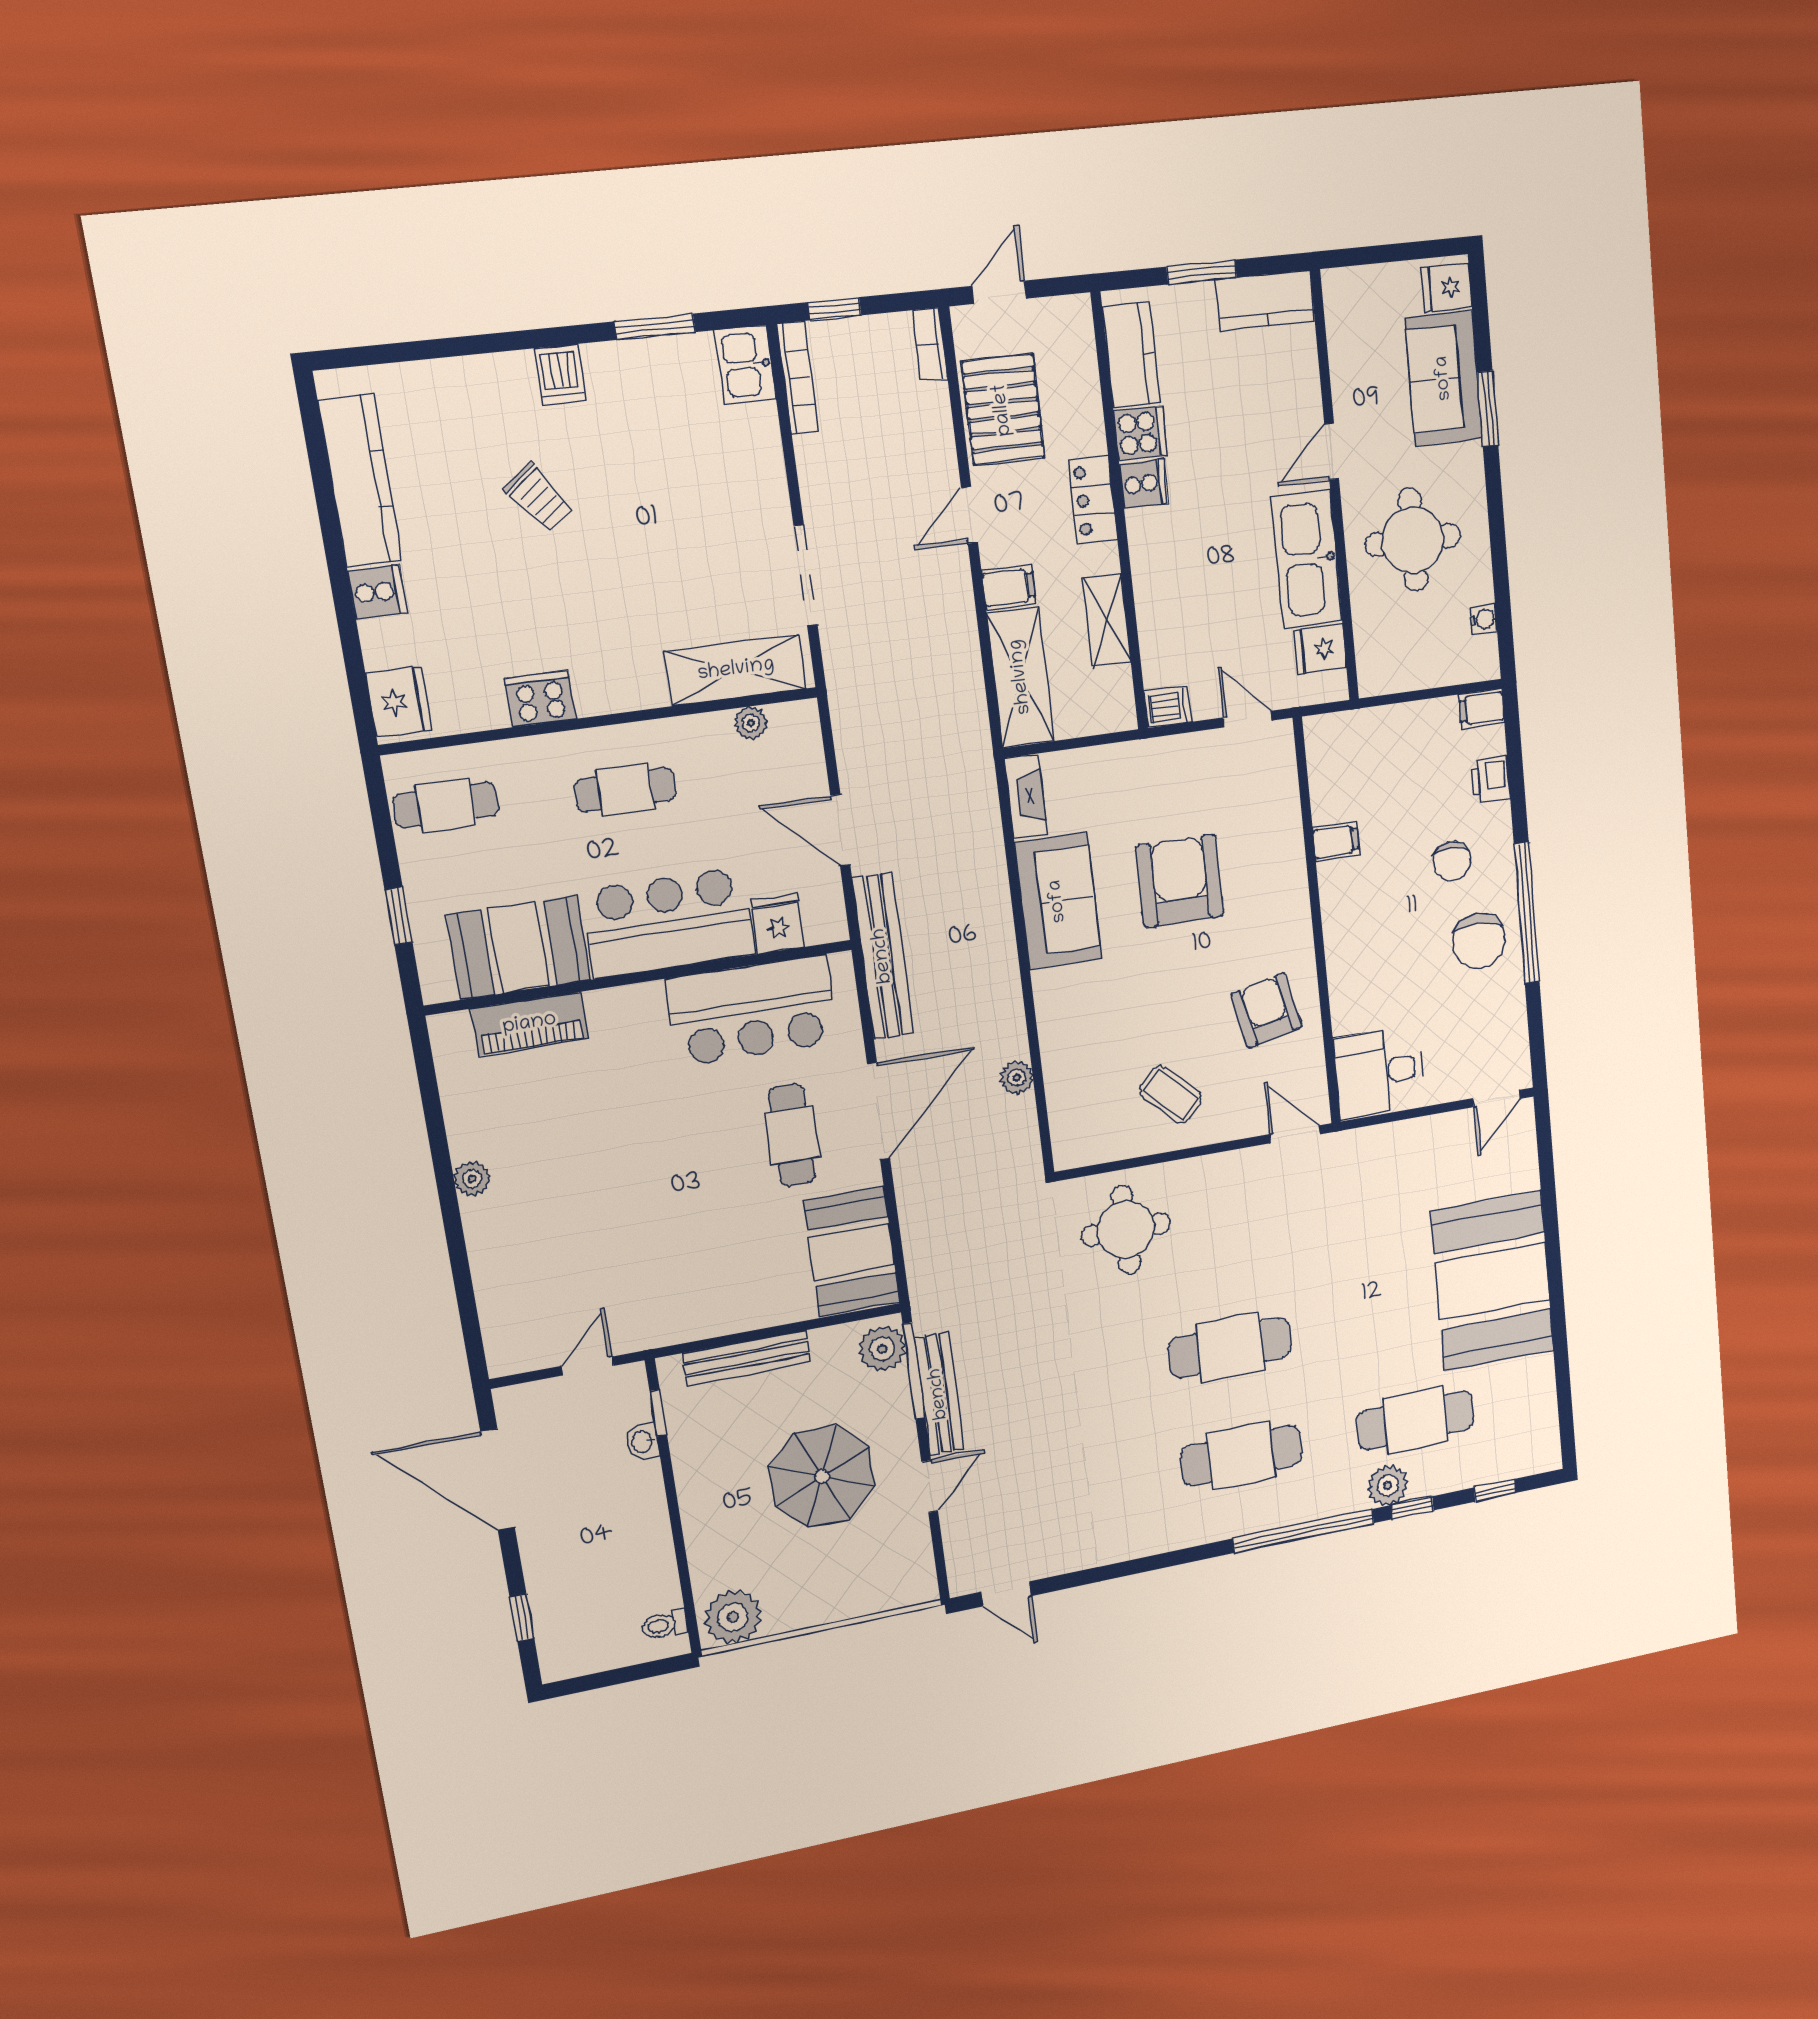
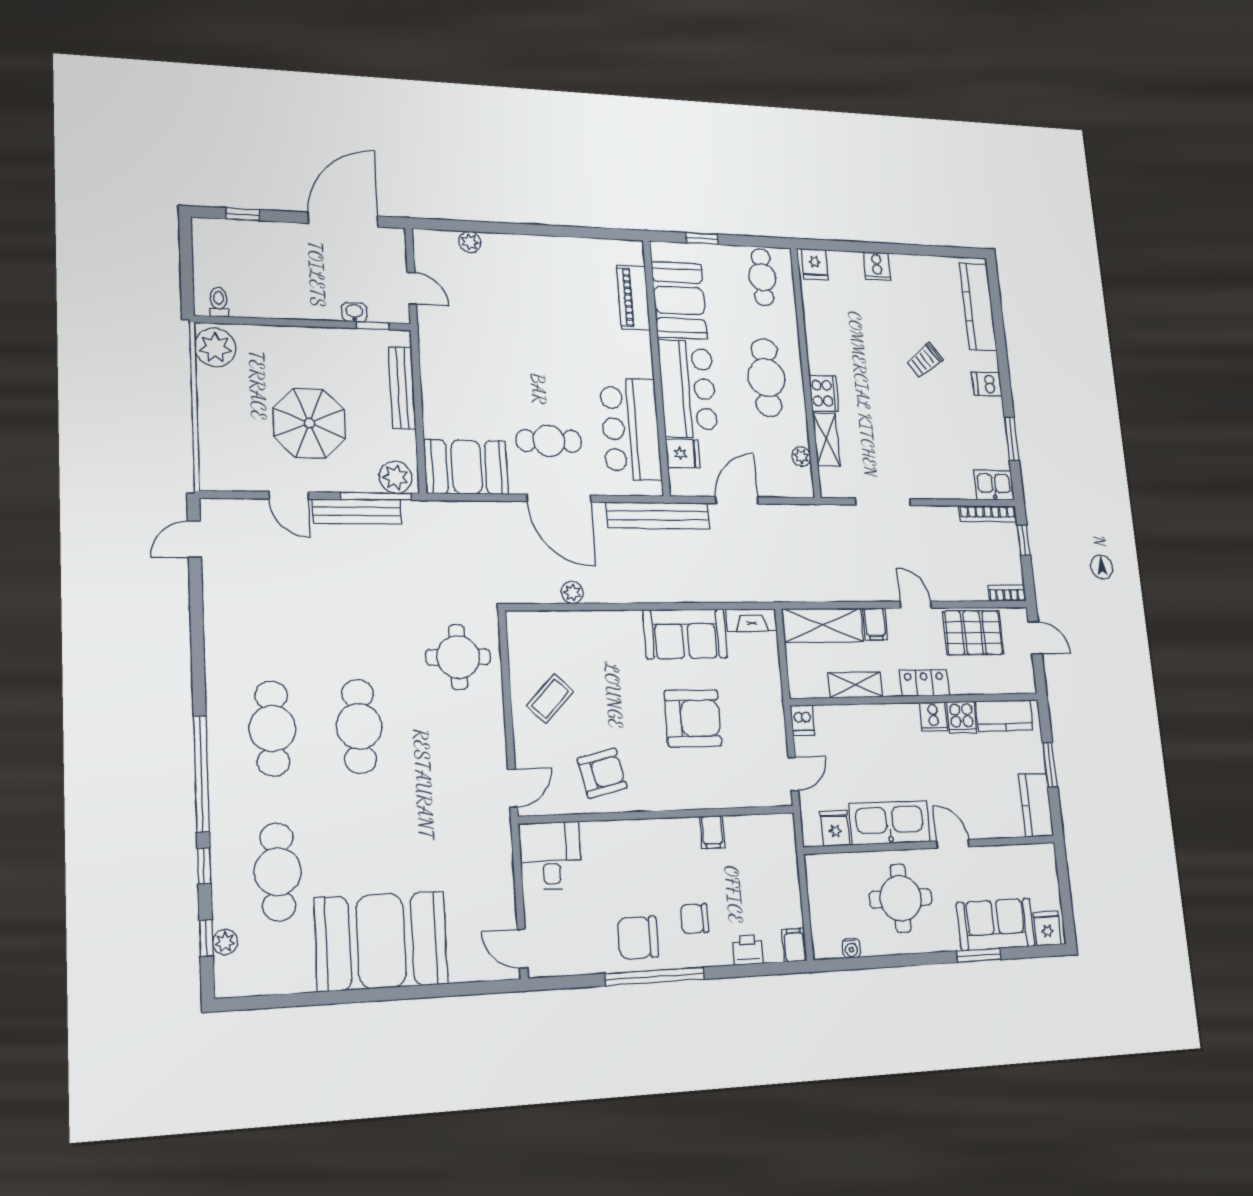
kitchen counter: (360, 481) -> (978, 307), moved, turned 90
shelving: (736, 670) -> (826, 439), width x0.67, depth x0.75
cooker: (540, 699) -> (824, 393), moved
fridge: (399, 702) -> (815, 264), width x0.72
cafe table: (625, 790) -> (767, 378), width x1.37, depth x1.35
plant: (472, 1179) -> (470, 242), moved
plant: (1388, 1486) -> (225, 942), moved, width x0.73, depth x0.73

